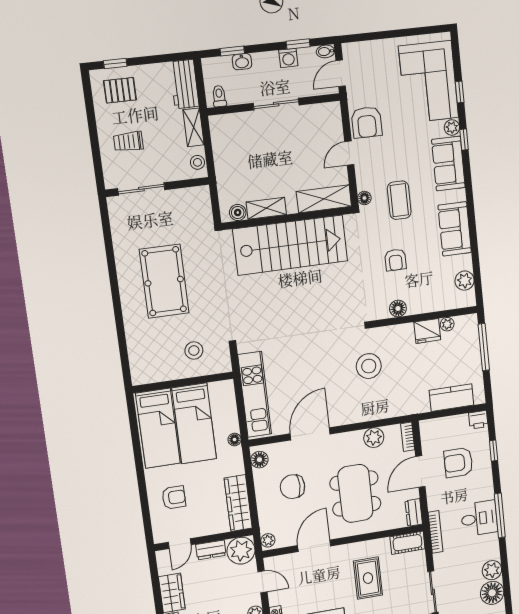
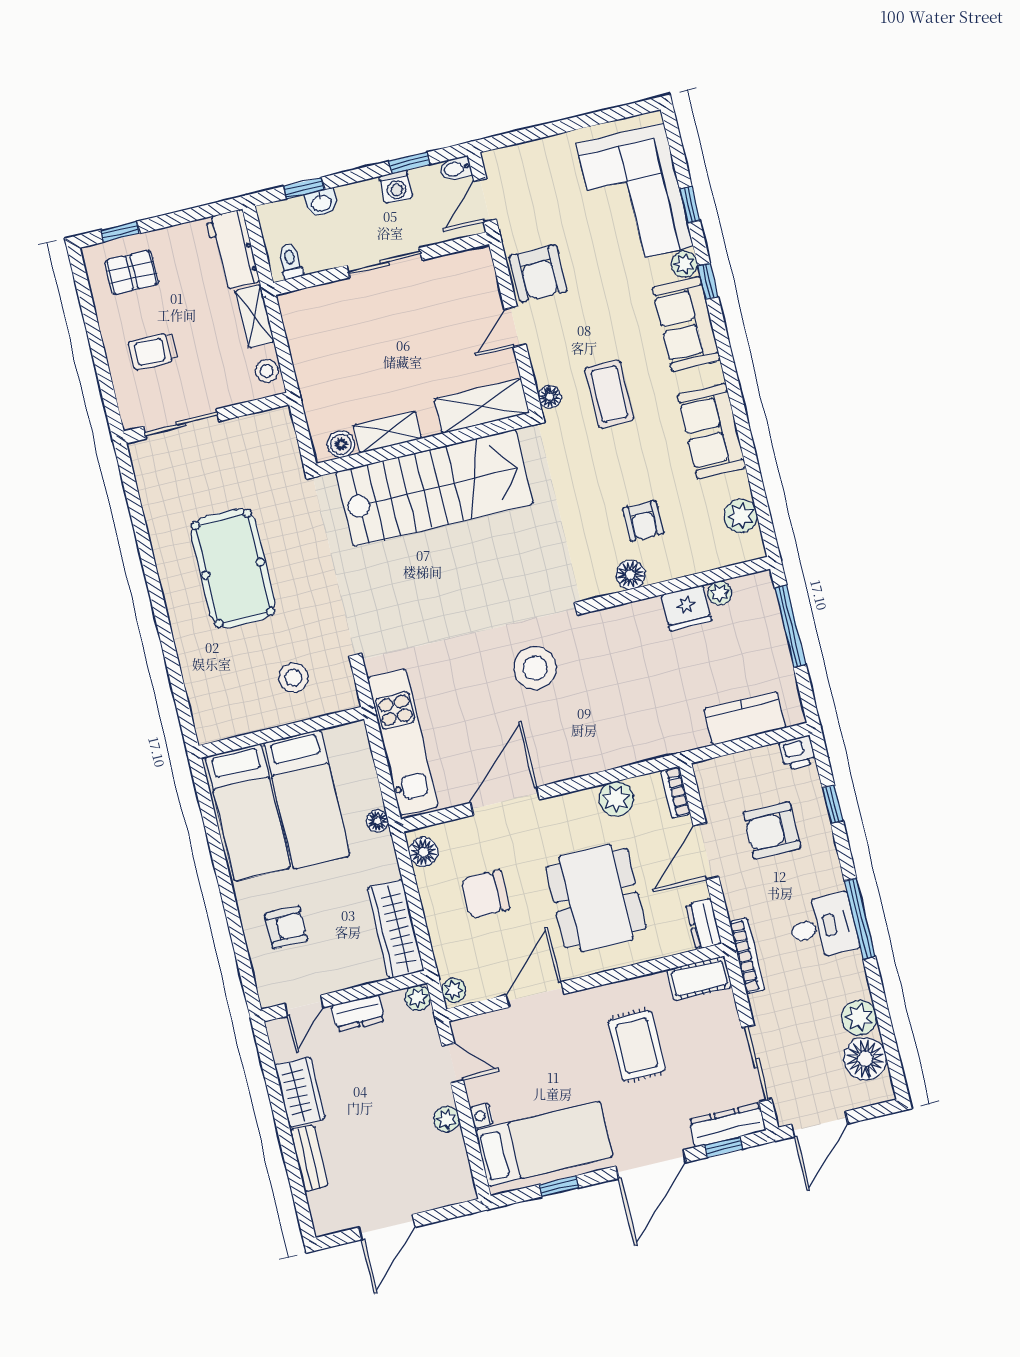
armchair: (396, 260) -> (643, 521), moved
stool: (369, 366) -> (535, 668), moved
plant: (241, 551) -> (418, 998), width x0.53, depth x0.53

